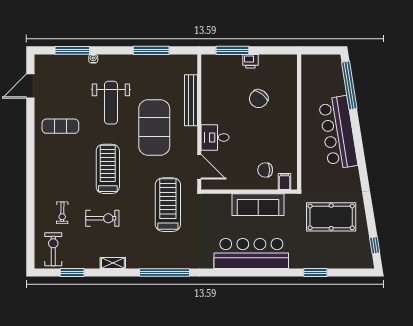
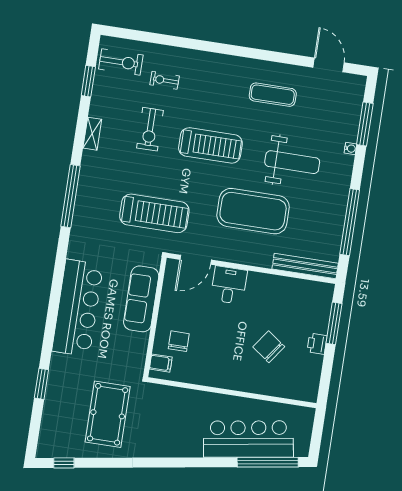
window: (151, 50) -> (350, 222), width x1.46
bench: (191, 100) -> (305, 266), moved
weight bench: (111, 103) -> (292, 162), turned 180
exercise mat: (60, 126) -> (273, 95), turned 90
bar counter: (338, 133) -> (248, 439), moved
sofa: (258, 205) -> (141, 299), moved

